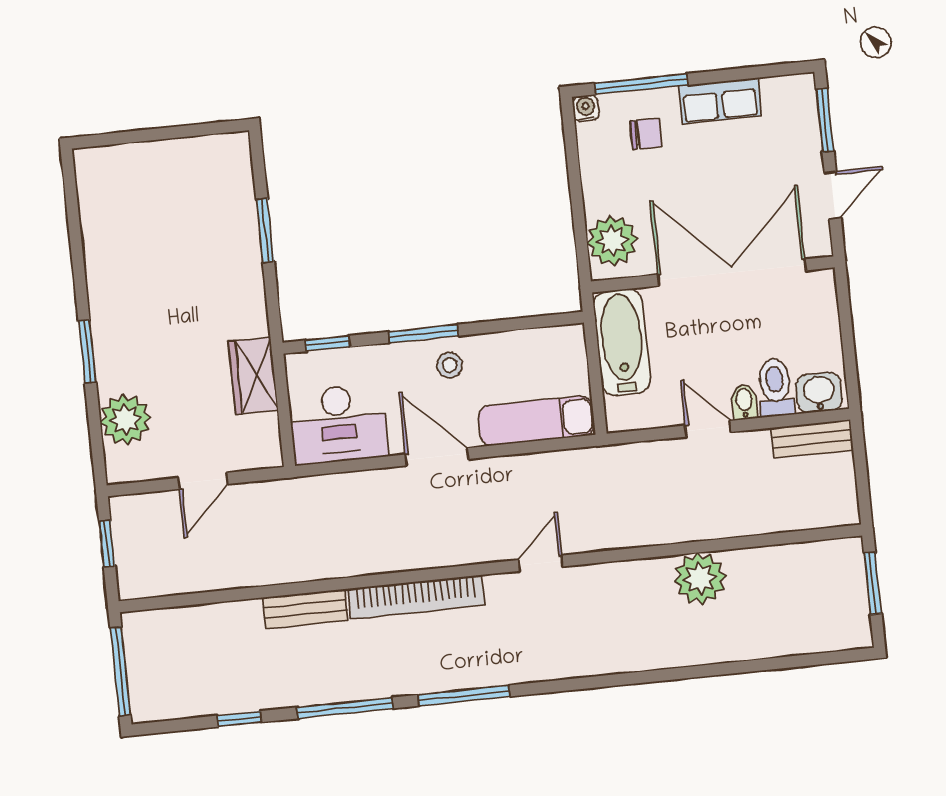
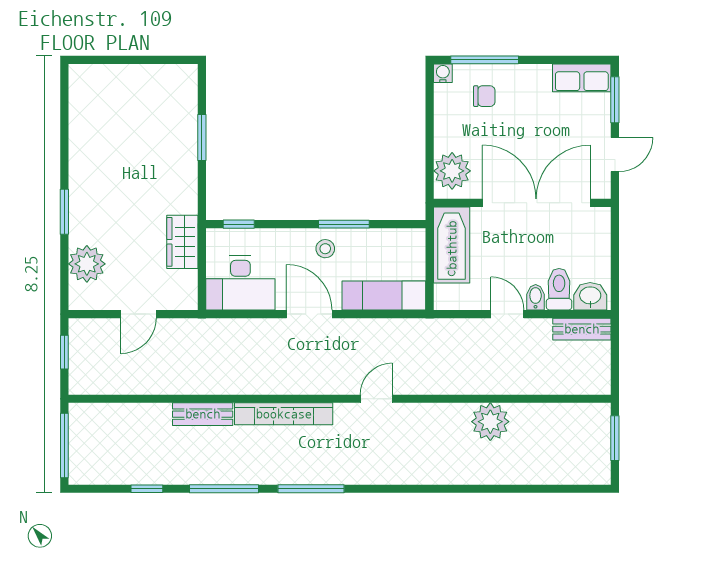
row of seats: (720, 101) -> (582, 78), moved
window: (424, 334) -> (344, 224), moved

